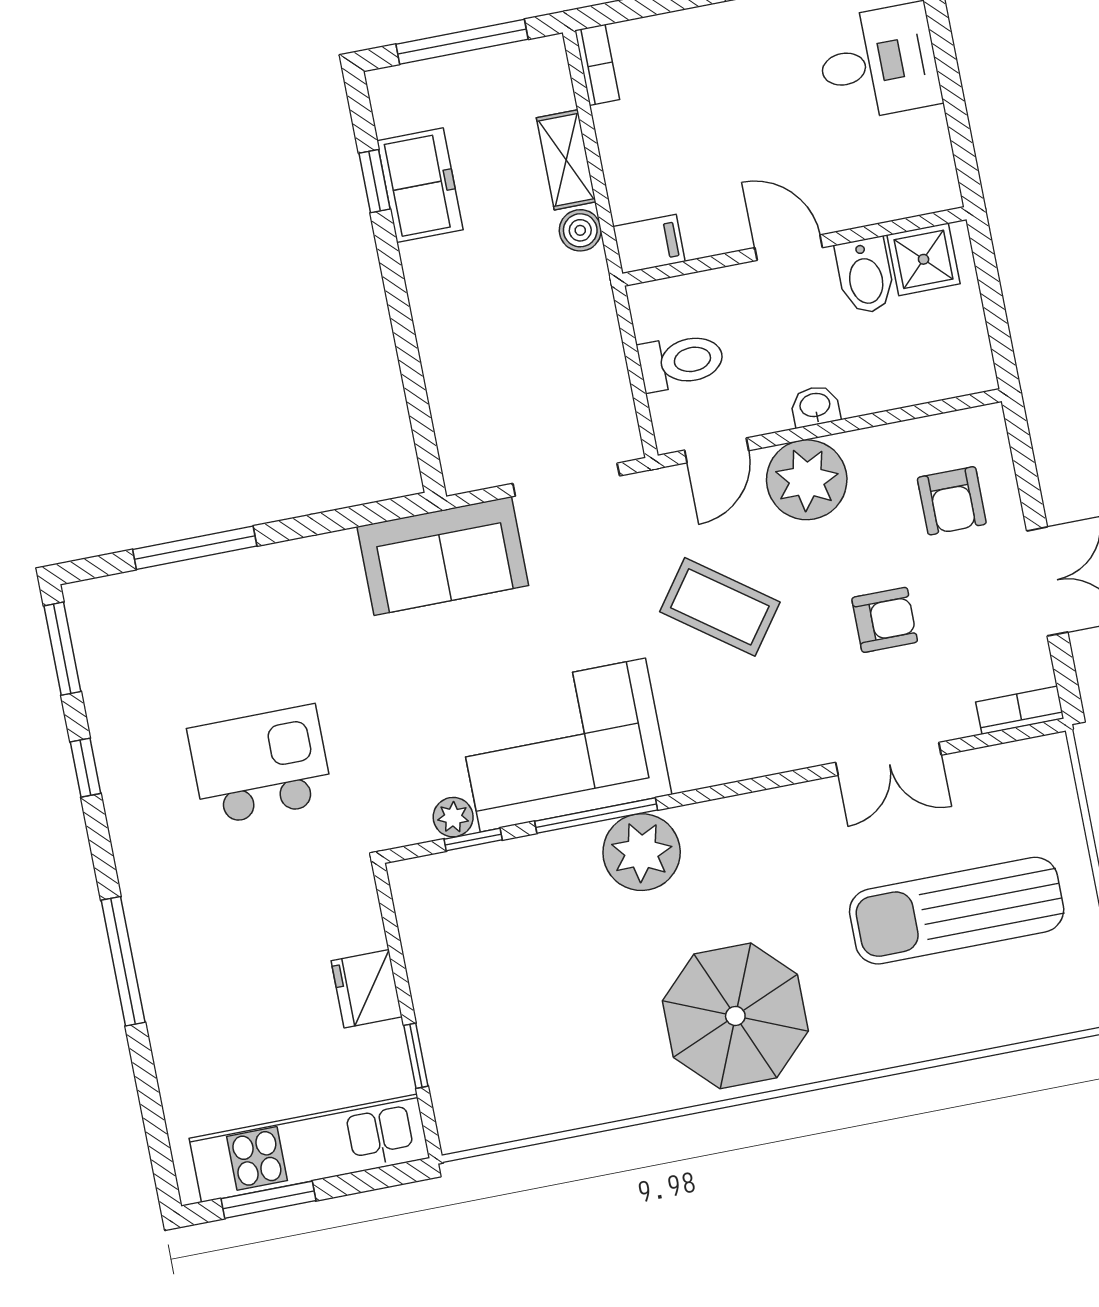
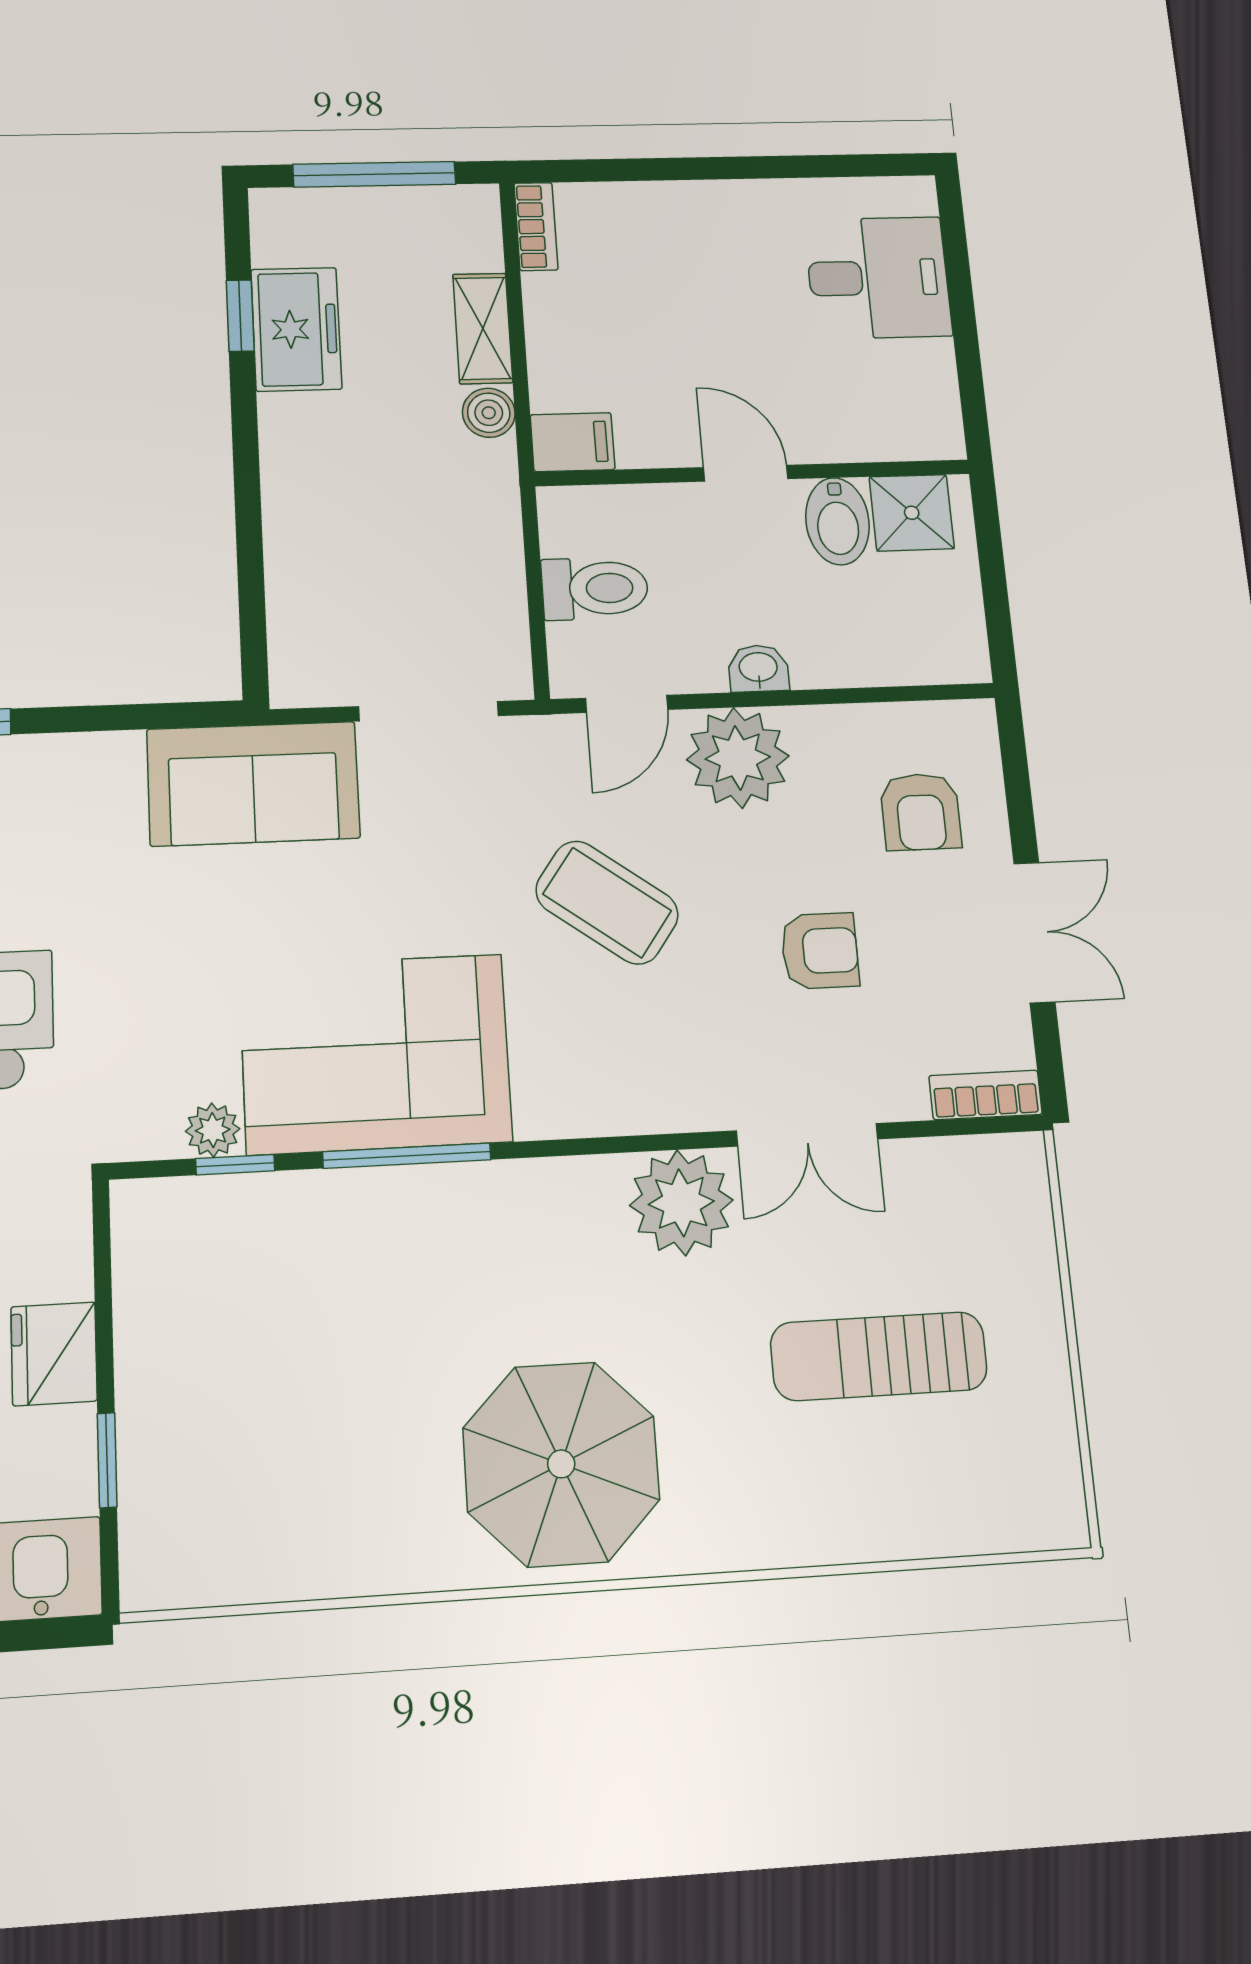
plant: (642, 852) -> (681, 1203), moved
sun lounger: (957, 911) -> (879, 1356), width x0.73, depth x0.75

